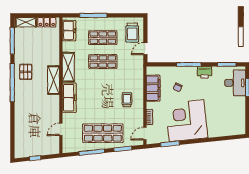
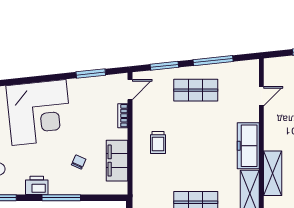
corner desk: (187, 121) -> (39, 112), moved
shop shelf: (103, 133) -> (196, 90), width x0.70, depth x0.74

